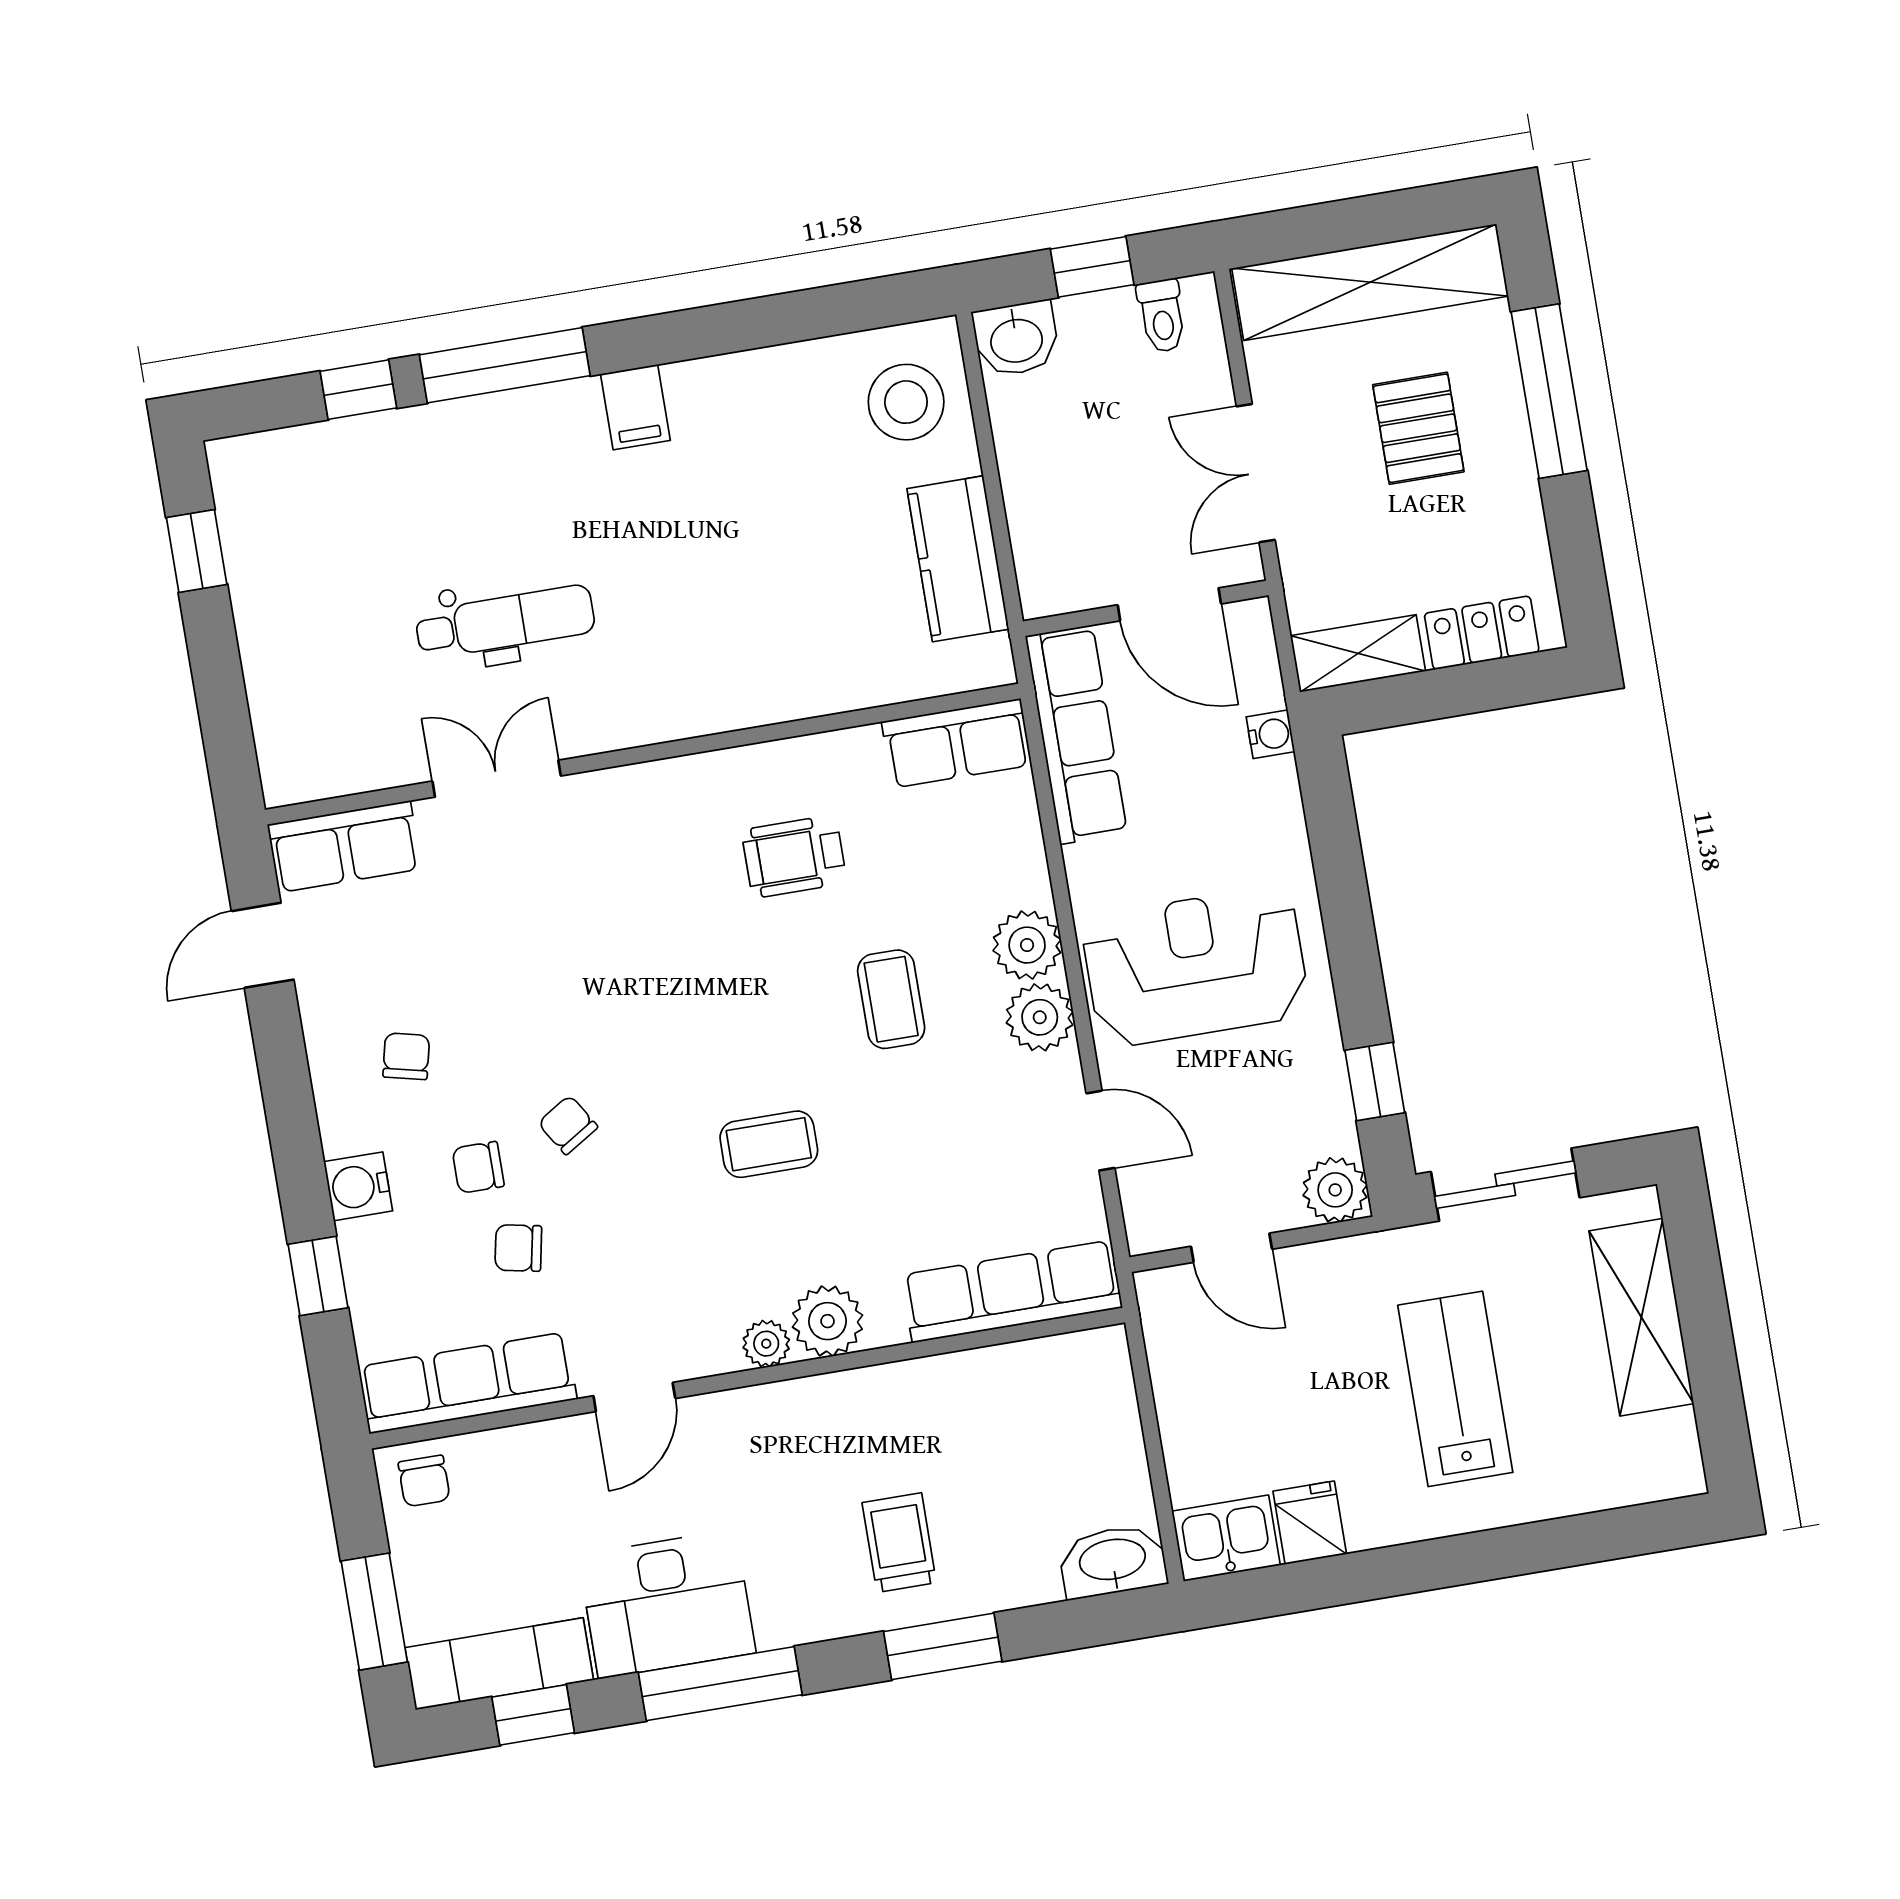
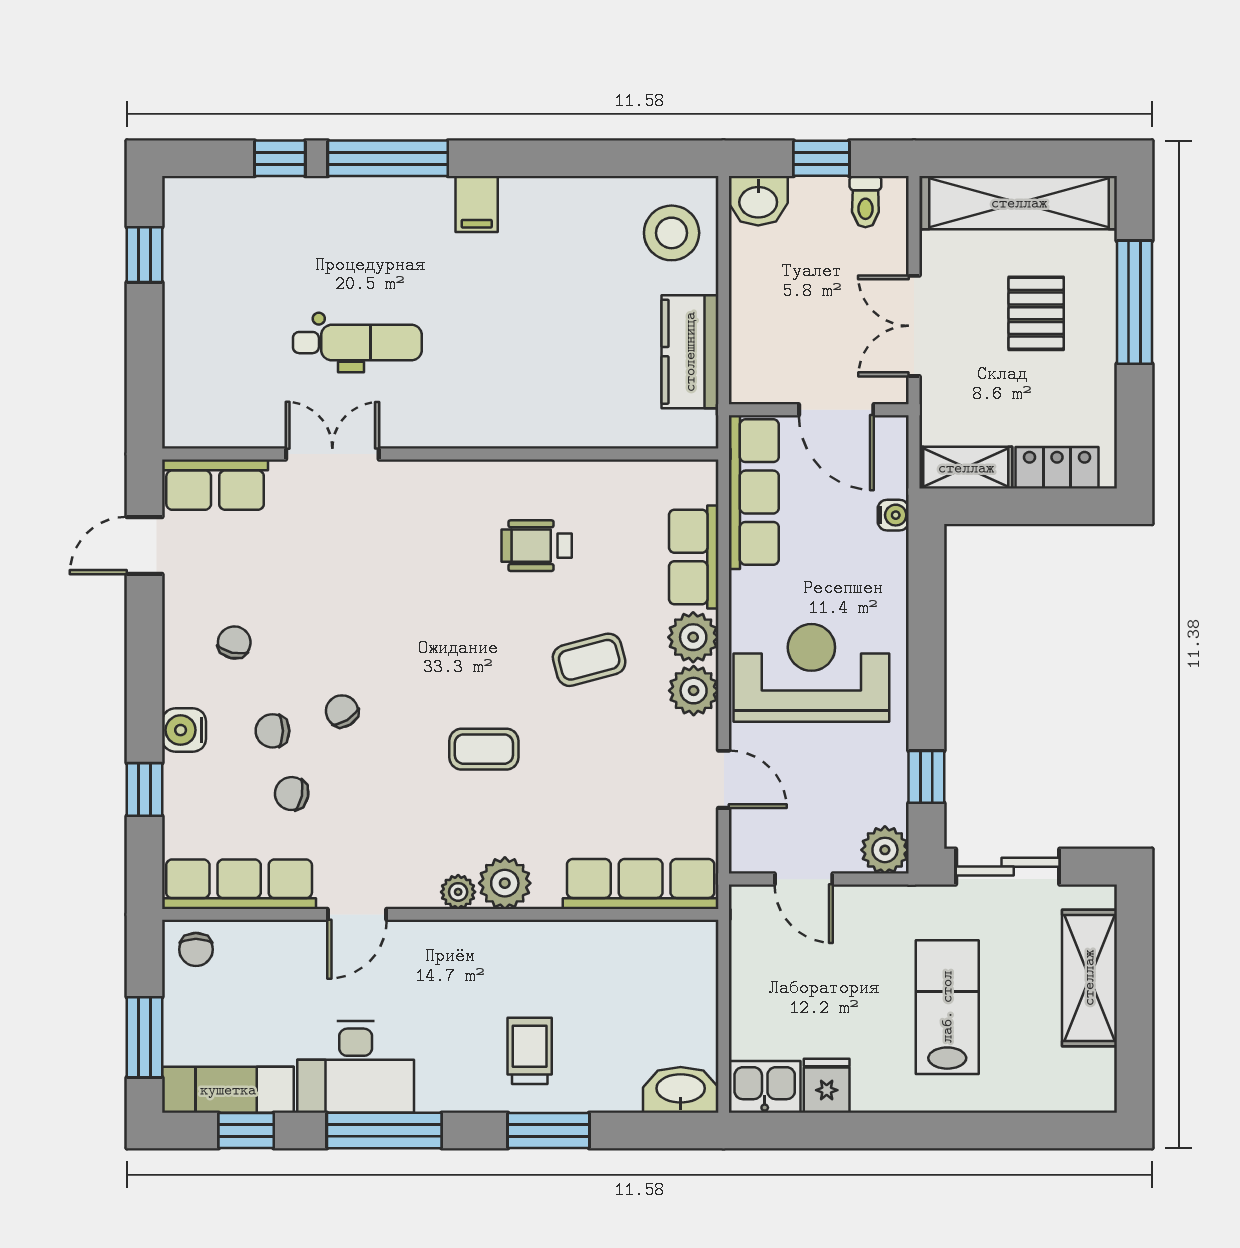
row of seats: (957, 743) -> (694, 557), moved, turned 90
coffee table: (891, 999) -> (589, 660), turned 75

